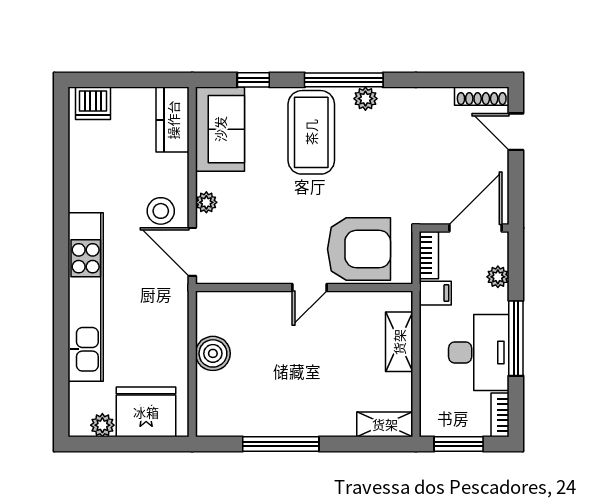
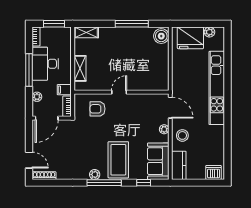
stool: (161, 211) -> (182, 135), moved
armchair: (359, 249) -> (98, 109), width x0.53, depth x0.53
boiler: (213, 353) -> (161, 36), moved

